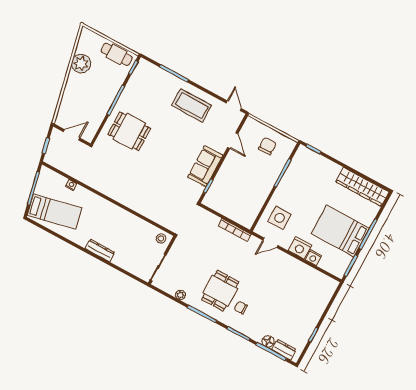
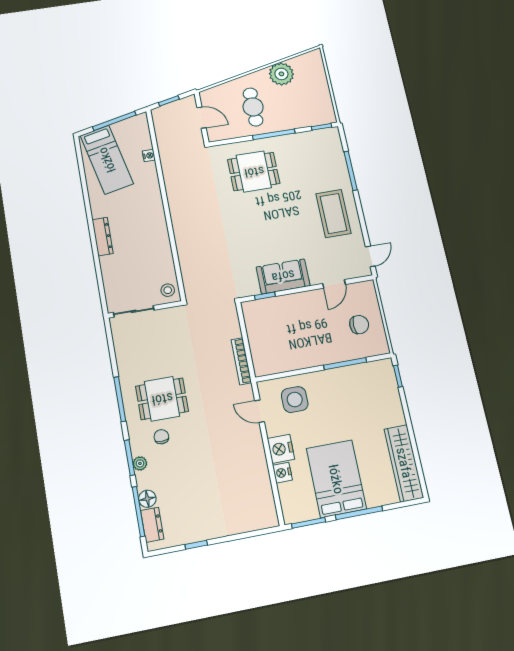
cafe table: (117, 54) -> (253, 107), moved
dining table: (129, 131) -> (254, 172), turned 90
plant: (180, 295) -> (140, 463), moved

